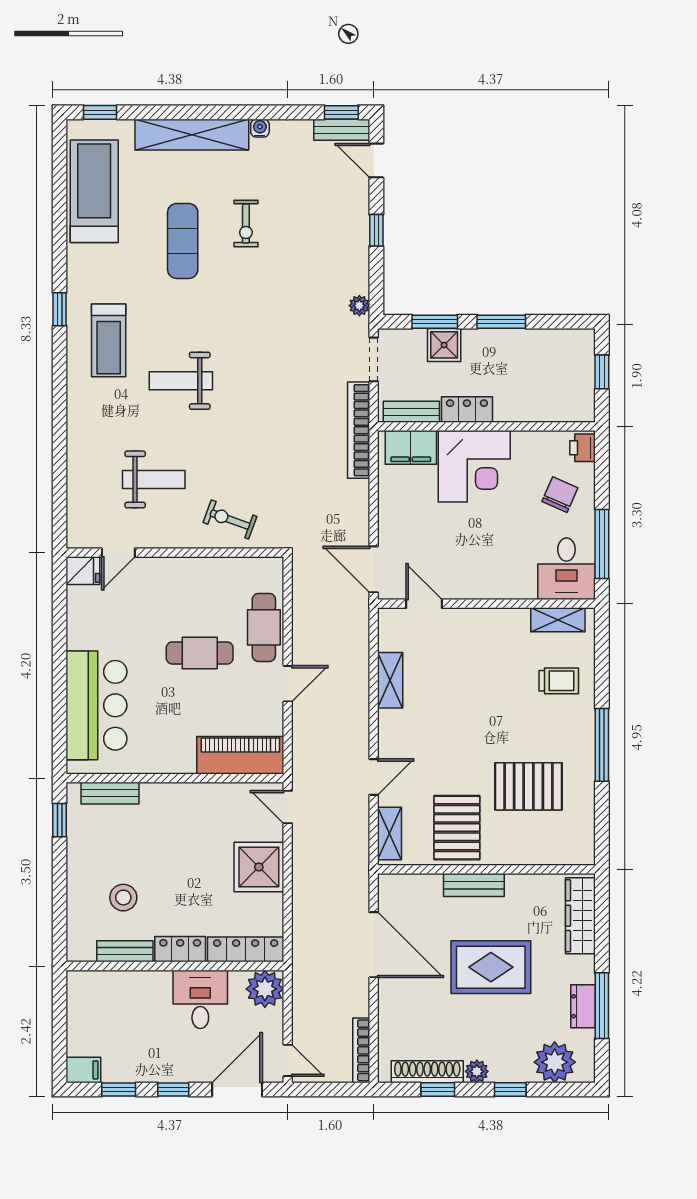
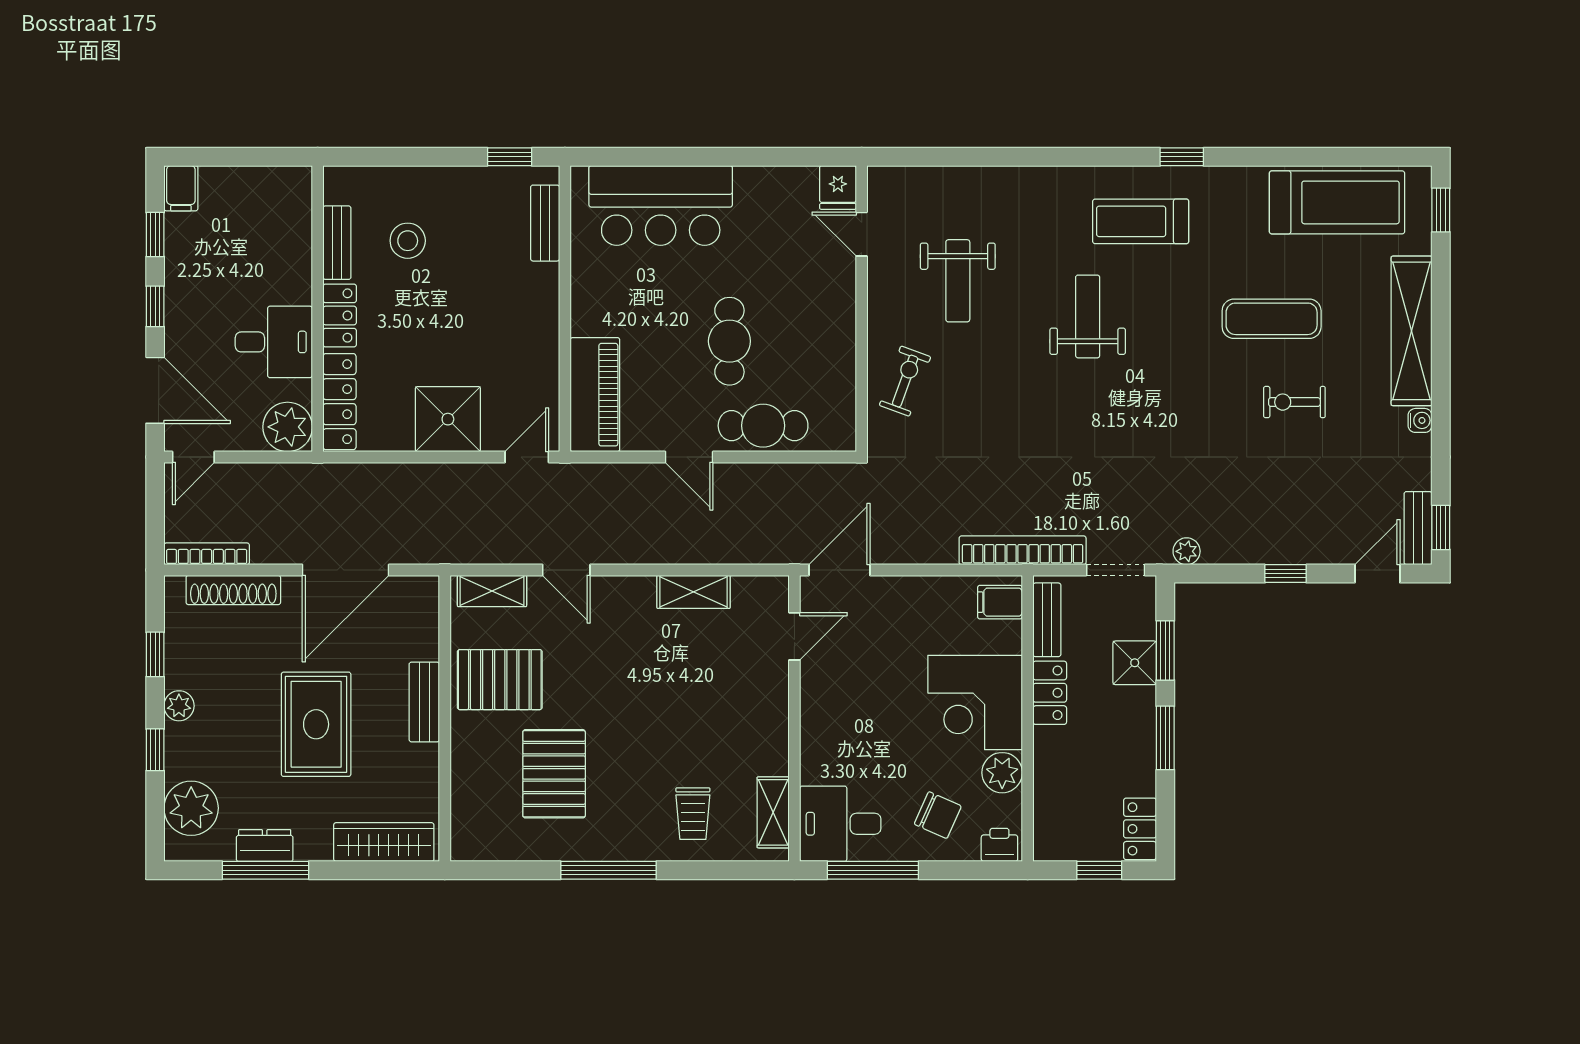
locker: (570, 341) -> (1140, 829), added
plant: (528, 446) -> (1002, 773), added
filing cabinet: (411, 447) -> (1000, 602), width x0.50
shoe rack: (427, 1072) -> (233, 590), moved, turned 90

